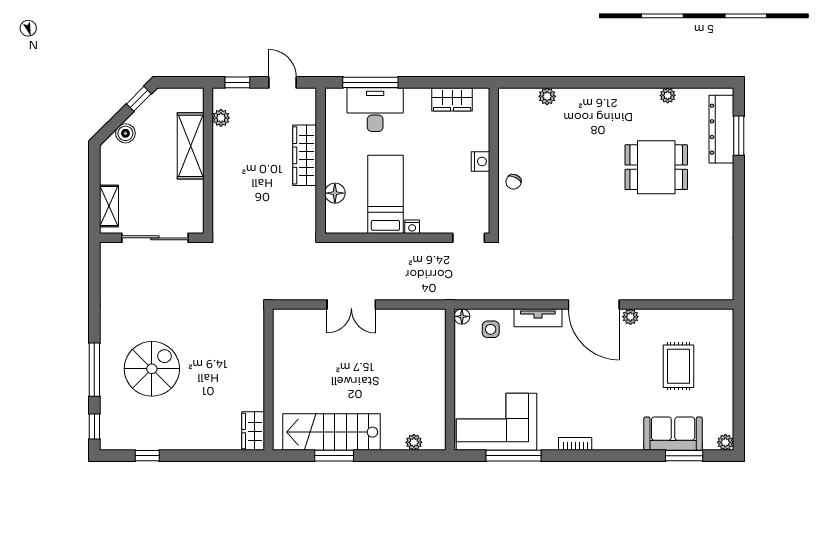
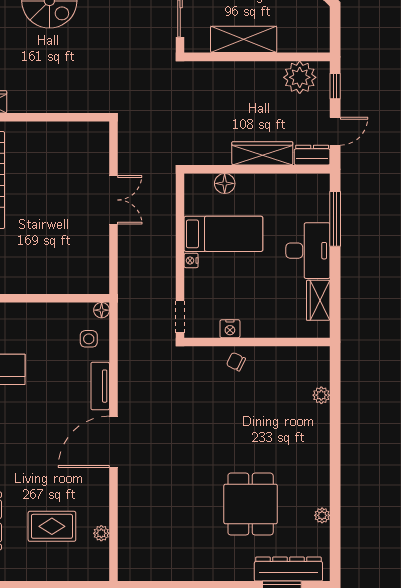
dresser: (306, 105) -> (312, 155), added
desk: (375, 110) -> (308, 251), moved
plant: (221, 118) -> (300, 77), width x1.87, depth x1.87
shelving: (191, 146) -> (244, 39), moved
nightstand: (481, 161) -> (230, 329), moved
double door: (351, 305) -> (113, 200), swing flipped
plant: (630, 317) -> (101, 533), moved

